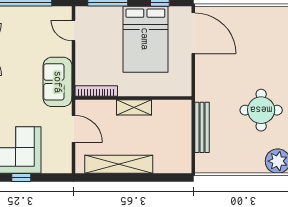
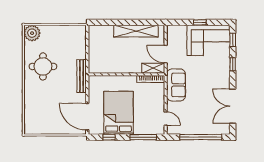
shelving: (134, 107) -> (153, 68), moved
bench: (202, 127) -> (82, 76), moved

